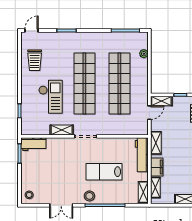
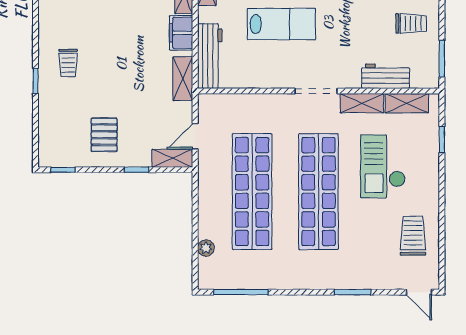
door: (32, 30) -> (419, 292), hinge flipped
shelving: (38, 130) -> (407, 103), added
workbench: (33, 144) -> (386, 76), moved
trolley: (36, 172) -> (411, 23), added

